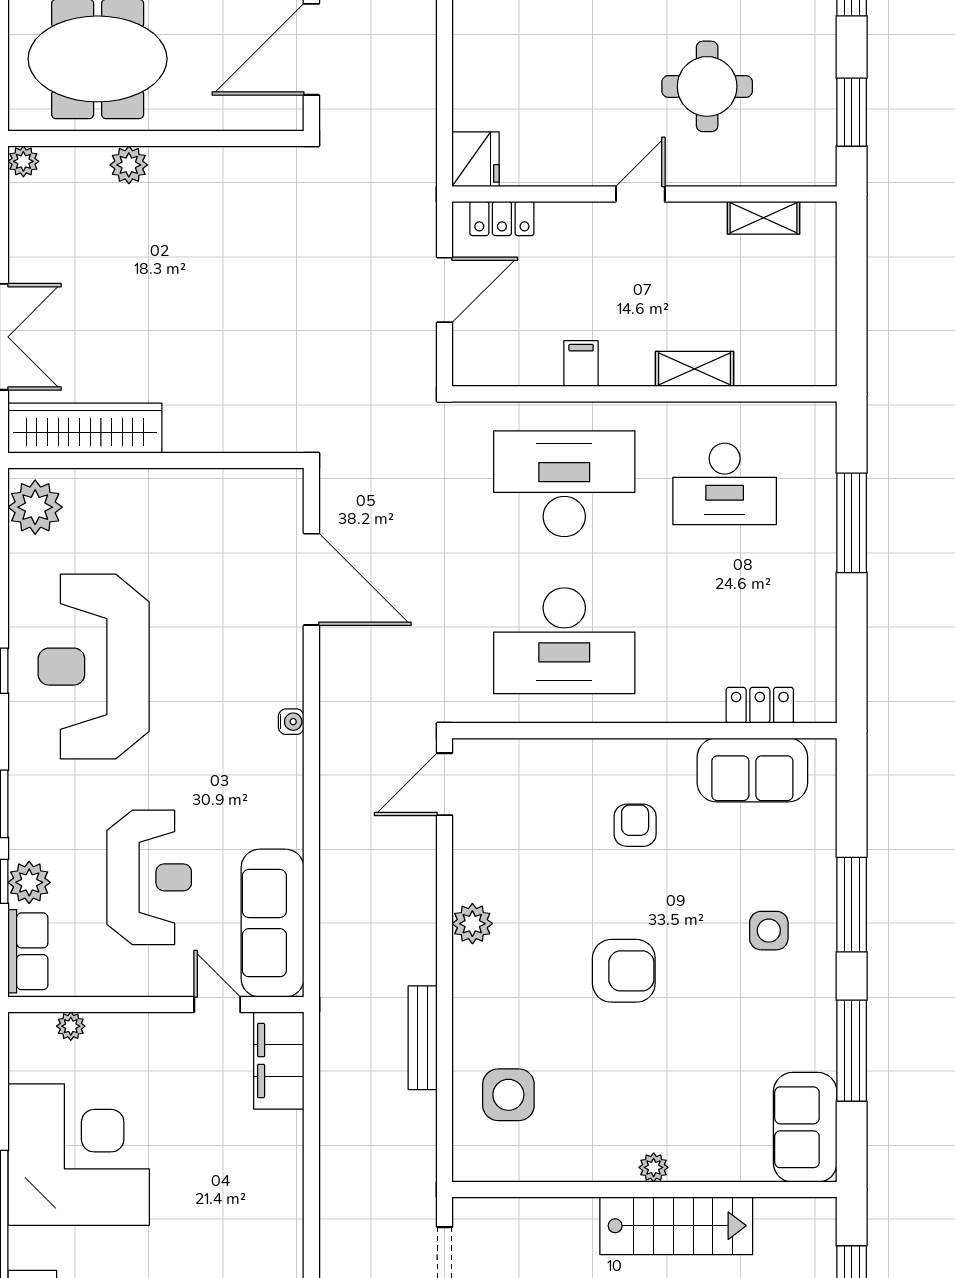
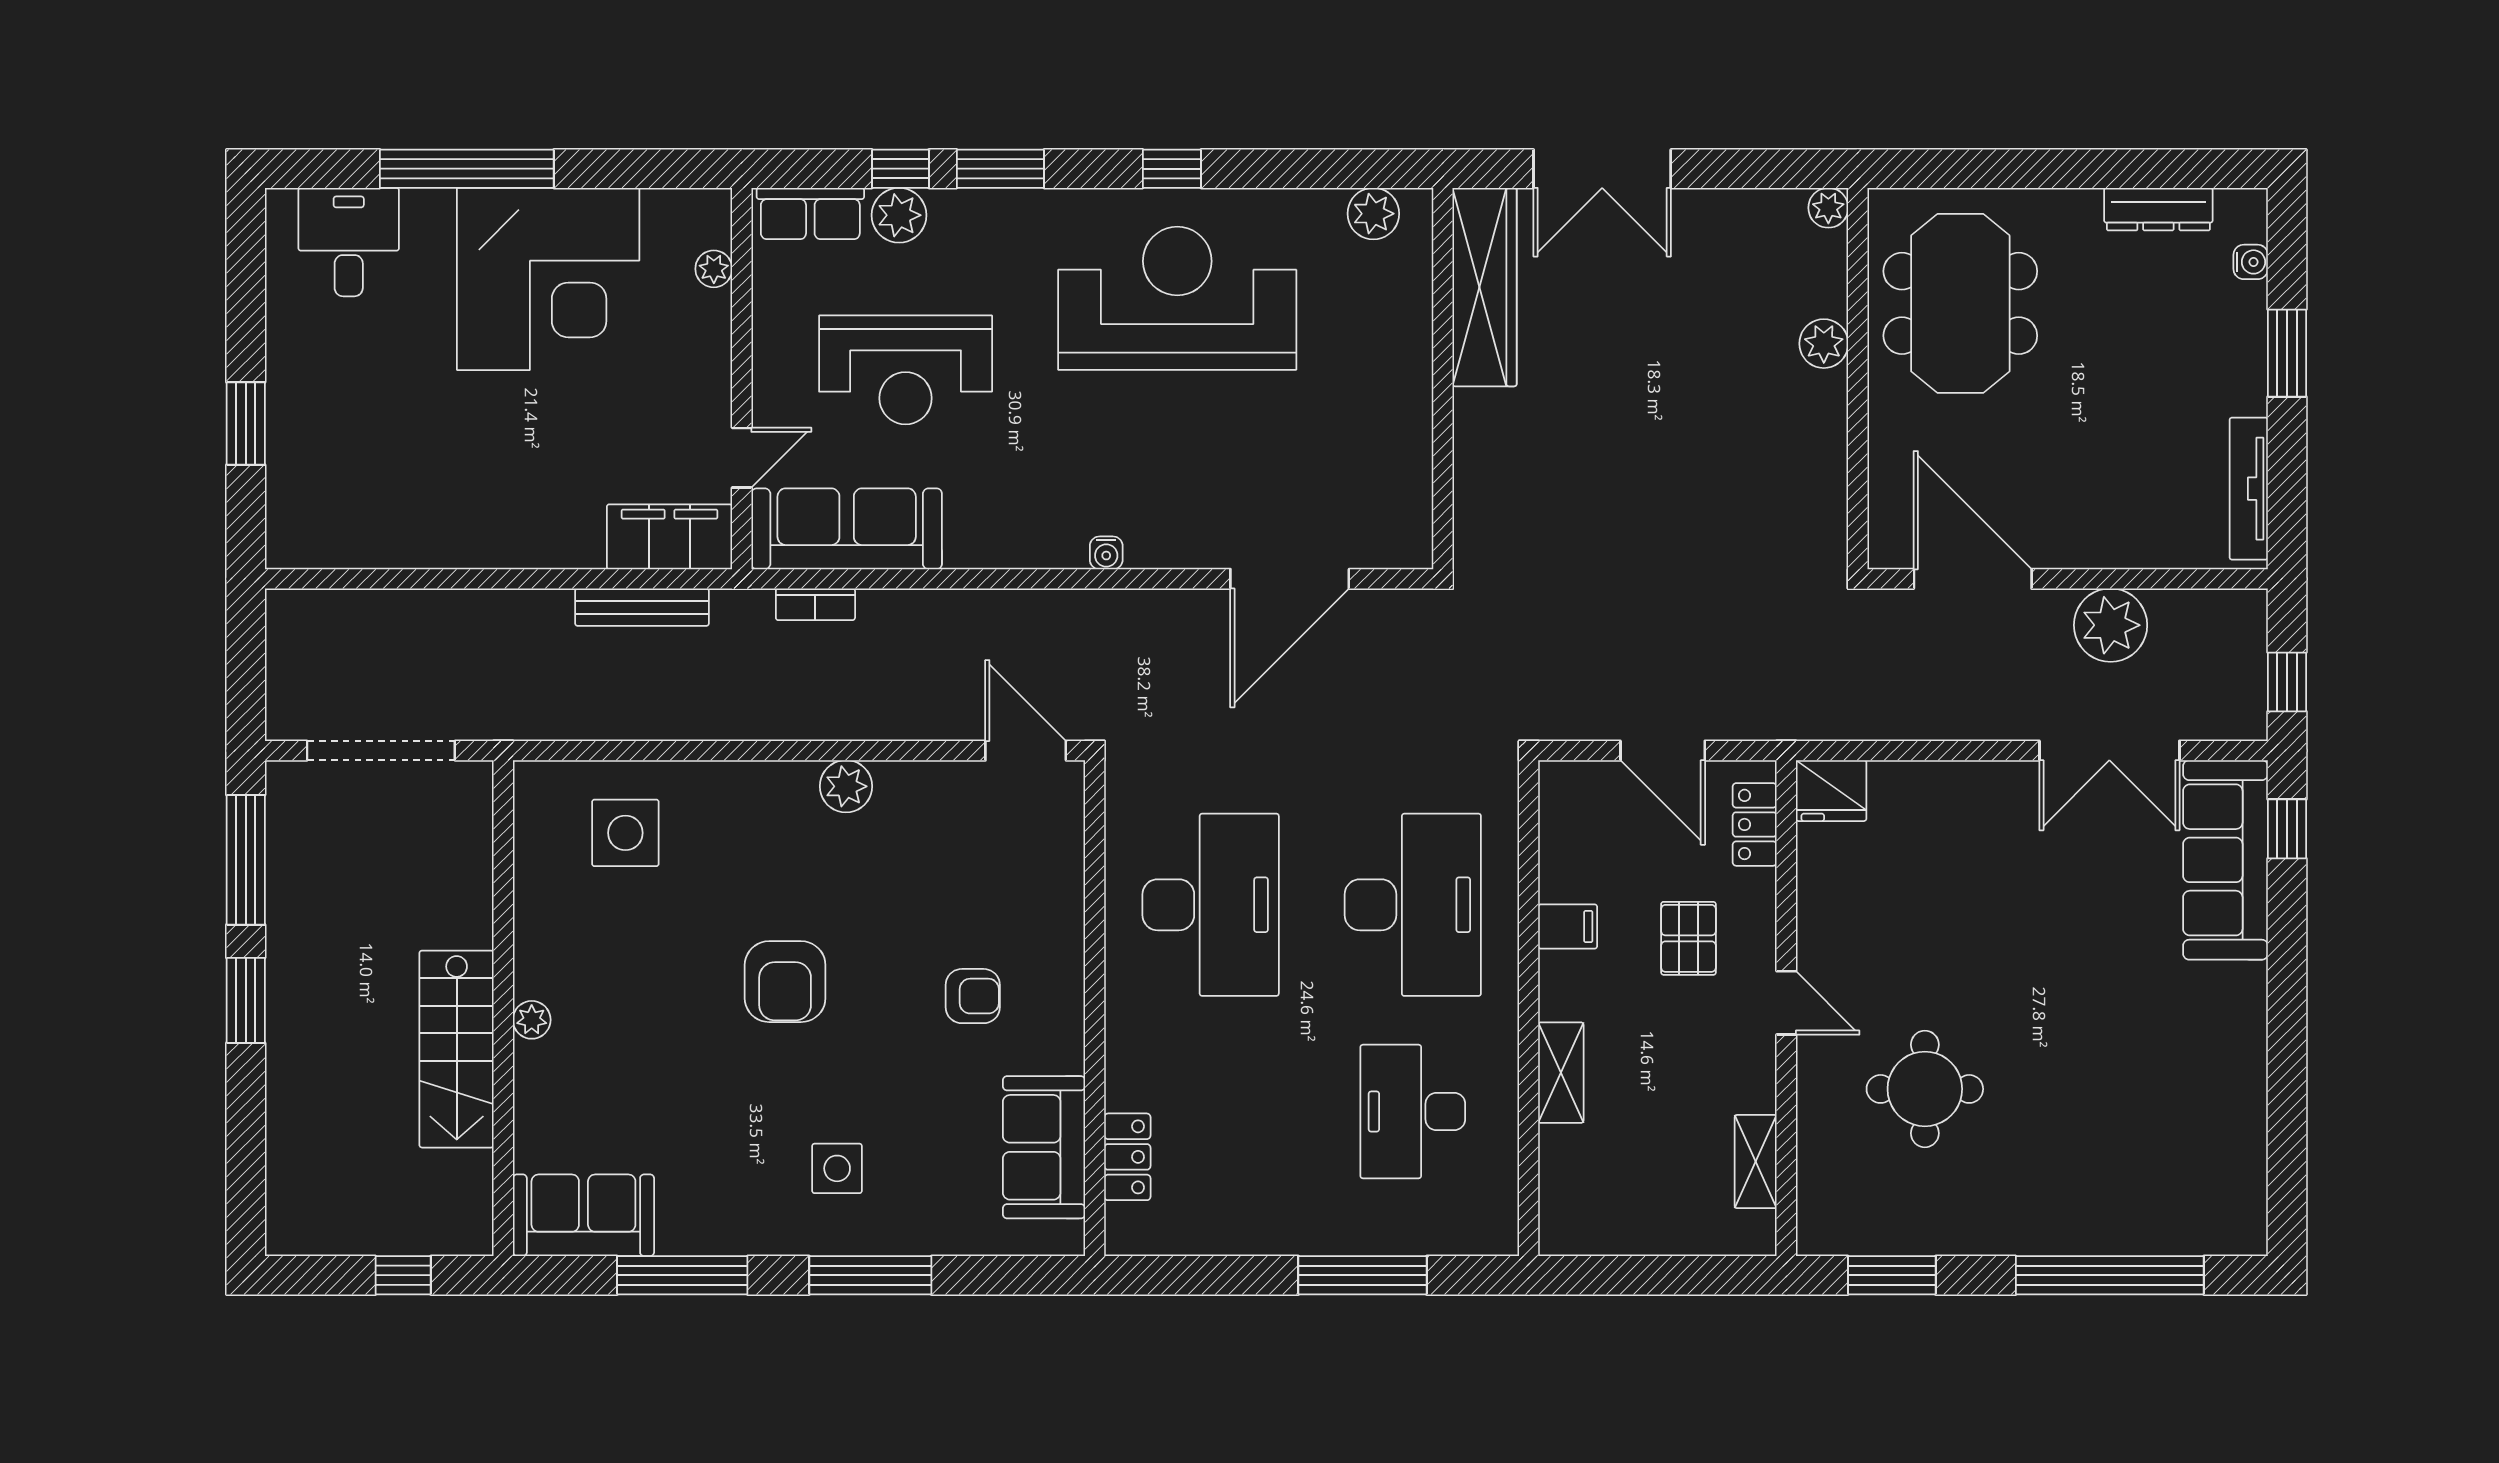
pallet: (590, 270) -> (1688, 938), added
plant: (35, 507) -> (1373, 214), width x0.73, depth x0.73
desk: (564, 641) -> (1211, 905), turned 180
bookcase: (331, 947) -> (815, 604), added
bench: (423, 1038) -> (642, 607), moved

